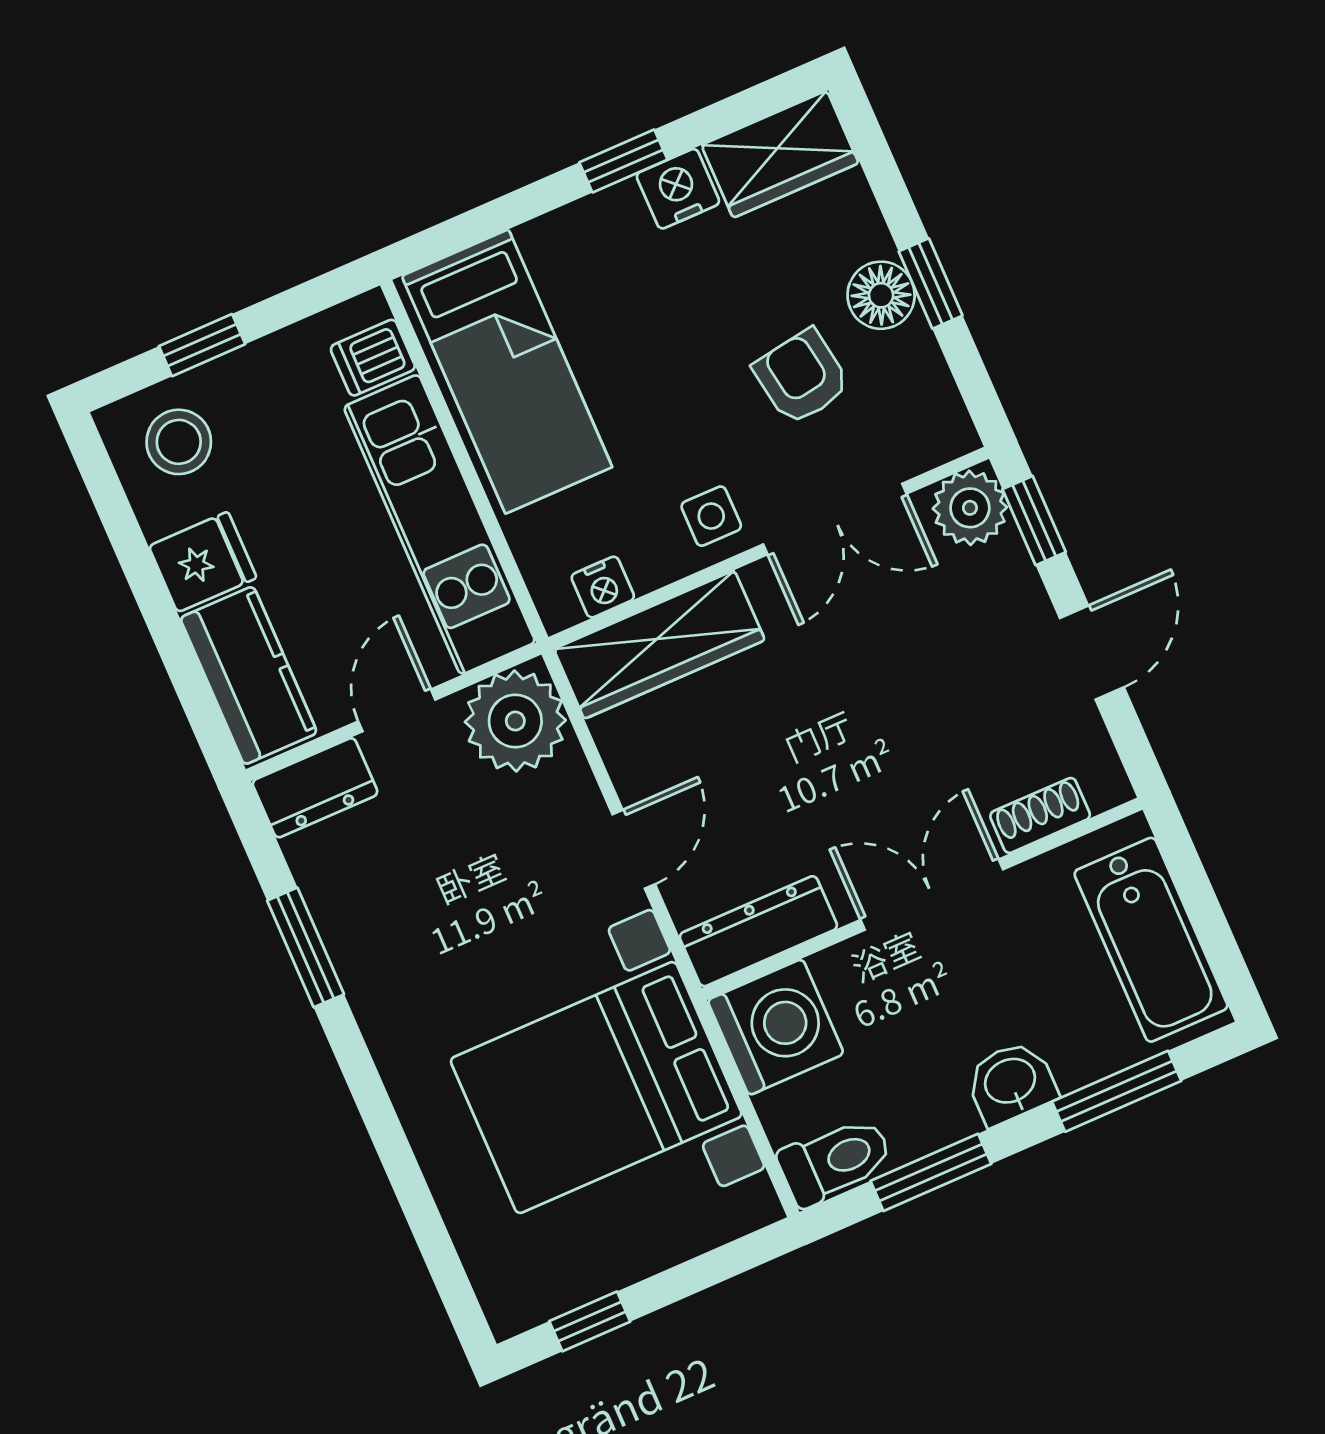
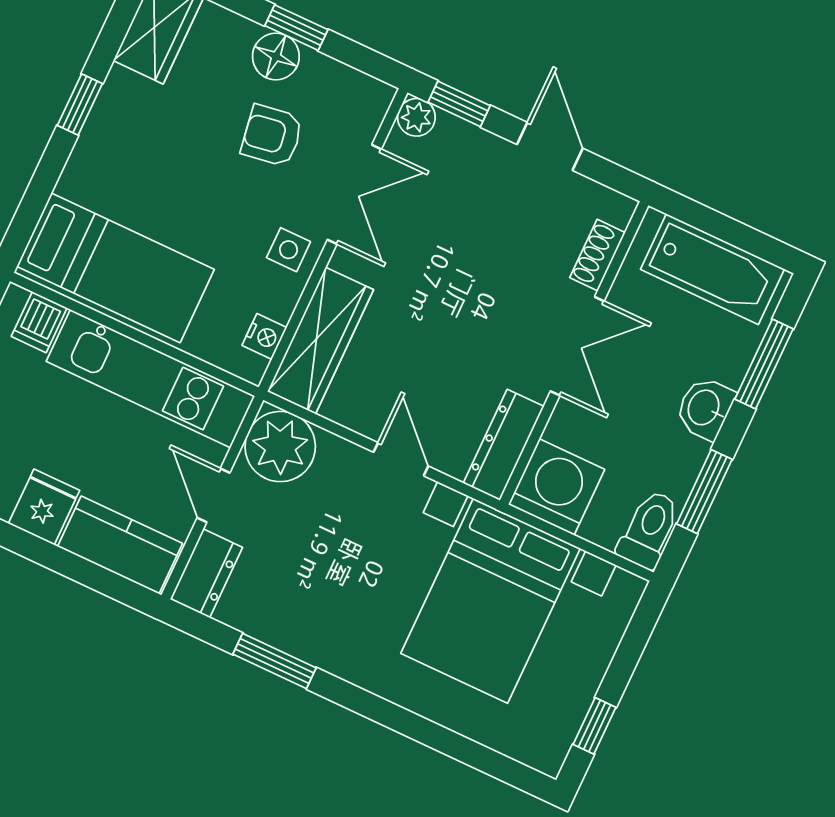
nightstand: (678, 189) -> (121, 94), removed
plant: (970, 508) -> (416, 117), width x0.73, depth x0.73
double door: (932, 895) -> (577, 346), swing flipped

